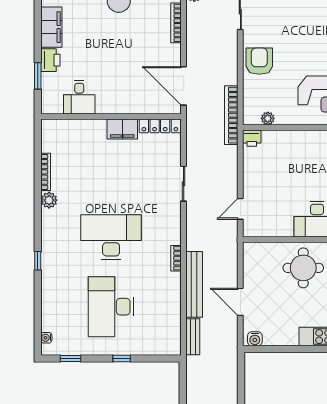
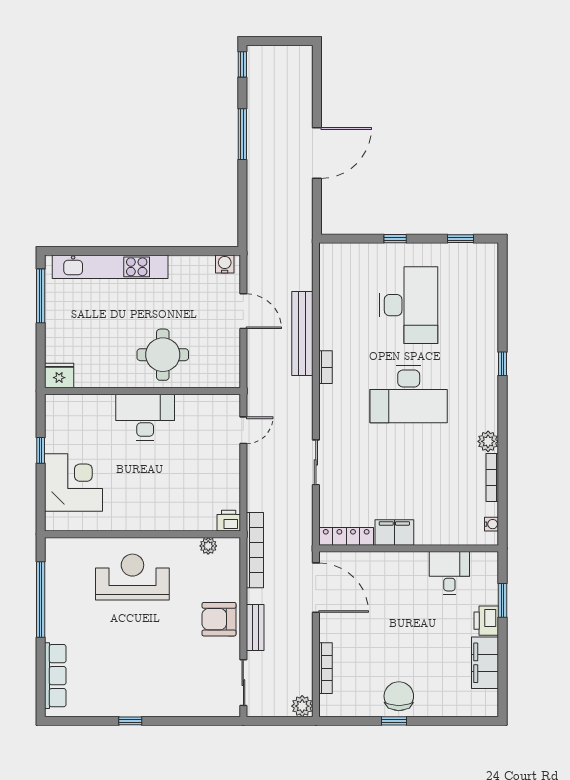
armchair: (259, 61) -> (219, 619), turned 90
bench: (193, 337) -> (255, 627), moved
water cooler: (46, 338) -> (491, 524), moved

